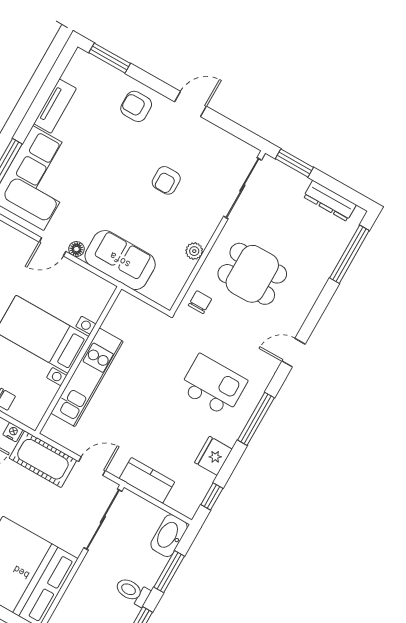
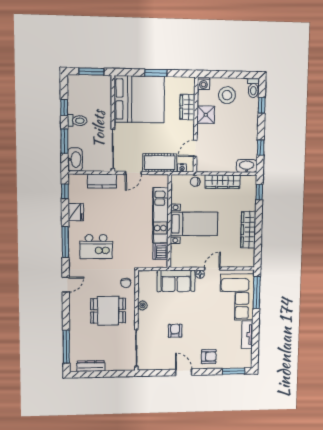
door: (191, 104) -> (184, 372), swing flipped
window: (294, 163) -> (118, 374), removed
dishwasher: (119, 320) -> (160, 252), added

